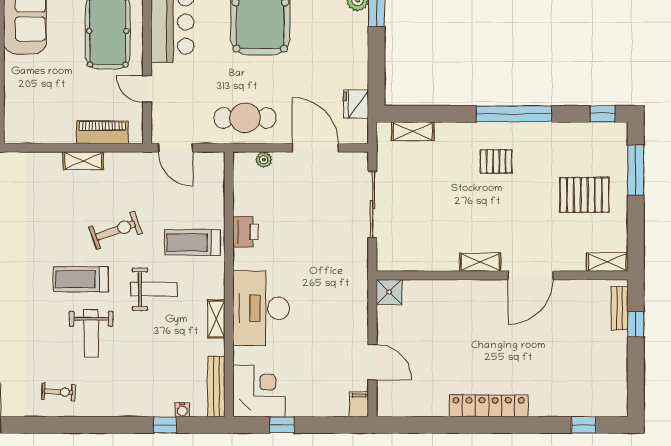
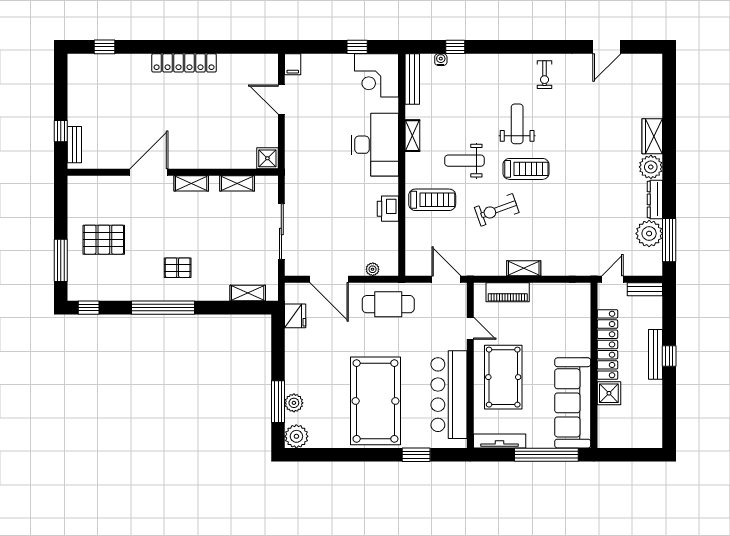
shelving: (607, 262) -> (237, 183), moved
exercise bike: (58, 392) -> (545, 75), turned -92

